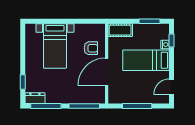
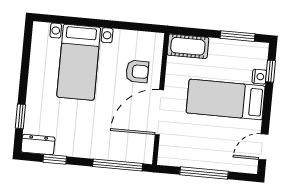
window: (46, 106) -> (55, 159), width x0.46

